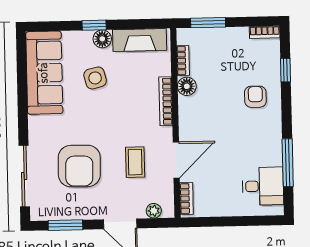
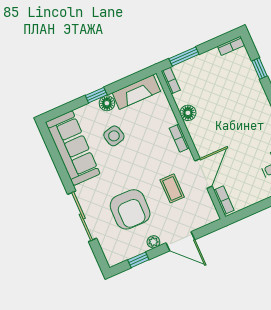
bookcase: (183, 60) -> (171, 81), moved
armchair: (255, 97) -> (245, 99), removed
bookcase: (166, 101) -> (179, 138), width x0.64
sliding door: (24, 176) -> (82, 216), moved
plant: (154, 211) -> (153, 242), moved
window: (65, 225) -> (138, 260), width x0.67

